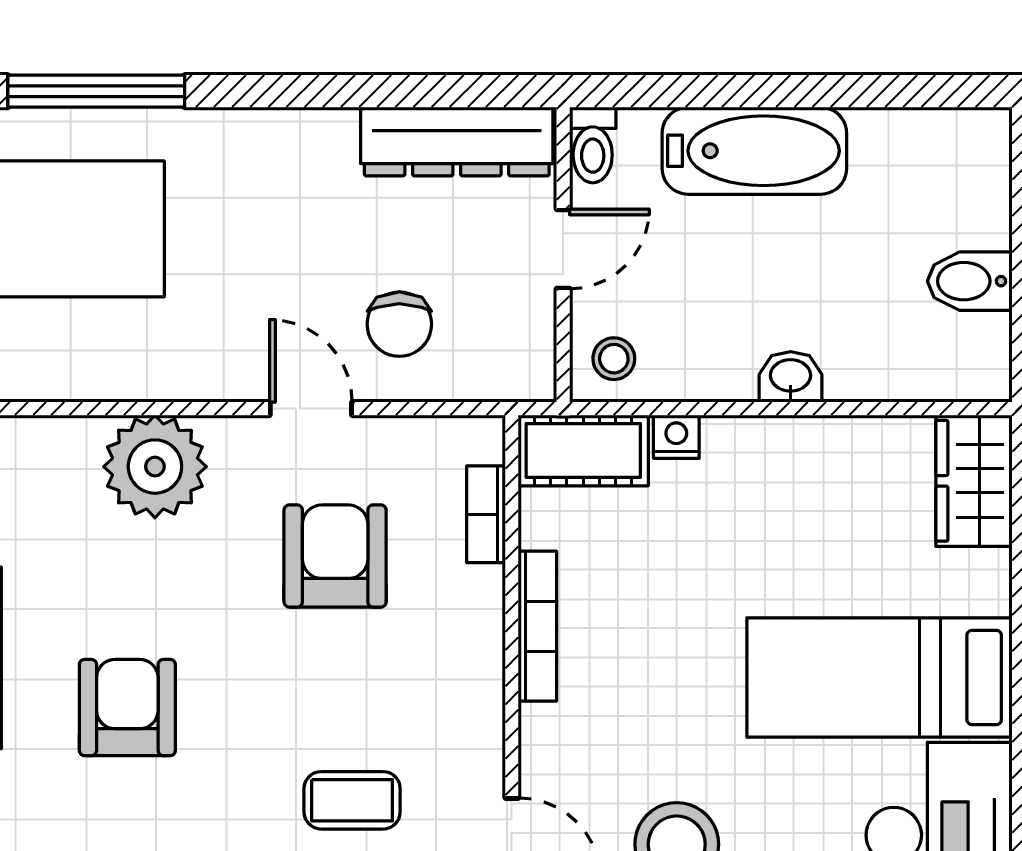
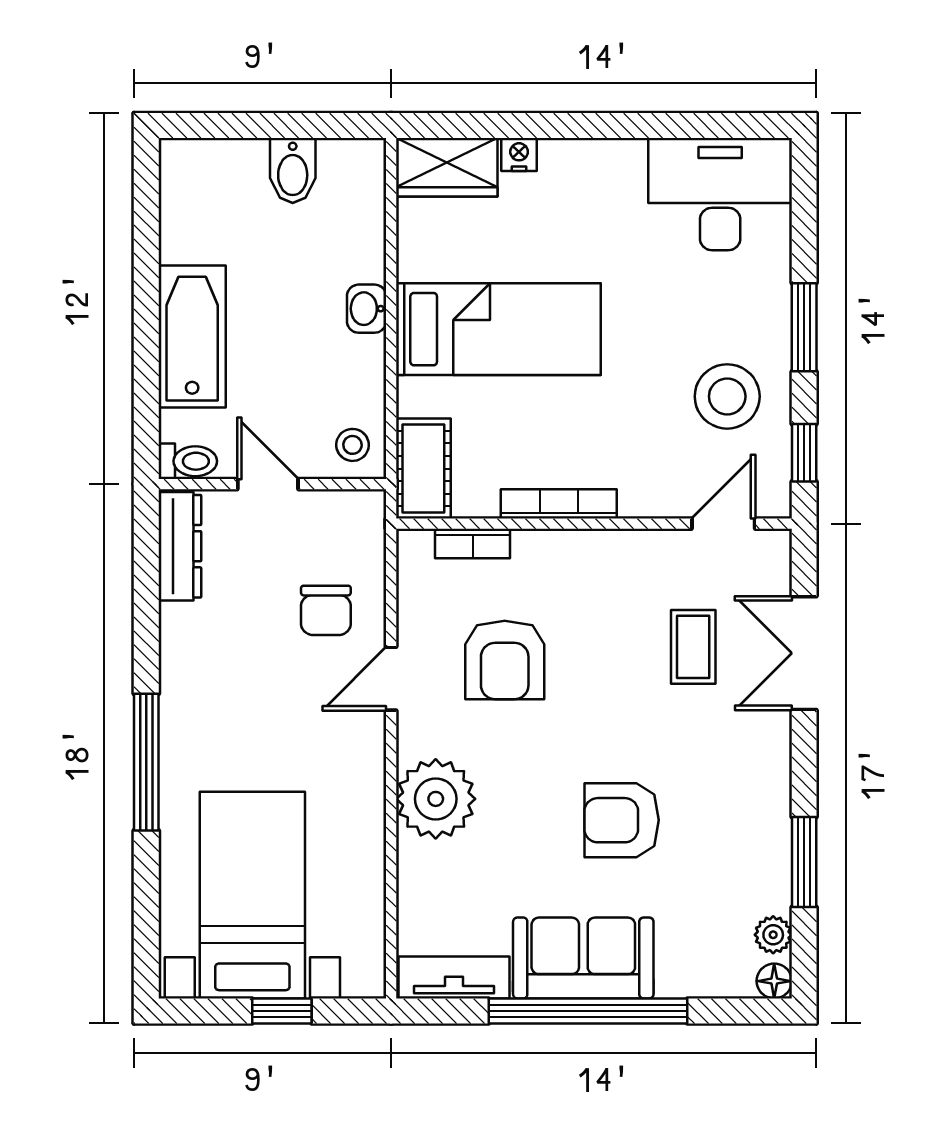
window: (96, 91) -> (146, 762), moved
dresser: (457, 142) -> (180, 546), width x0.73, depth x0.80
chair: (399, 324) -> (326, 610), turned 90
nightstand: (676, 437) -> (519, 154), moved, turned 90
armchair: (335, 556) -> (505, 660), turned -90
bed: (879, 678) -> (498, 329), moved, turned -90

